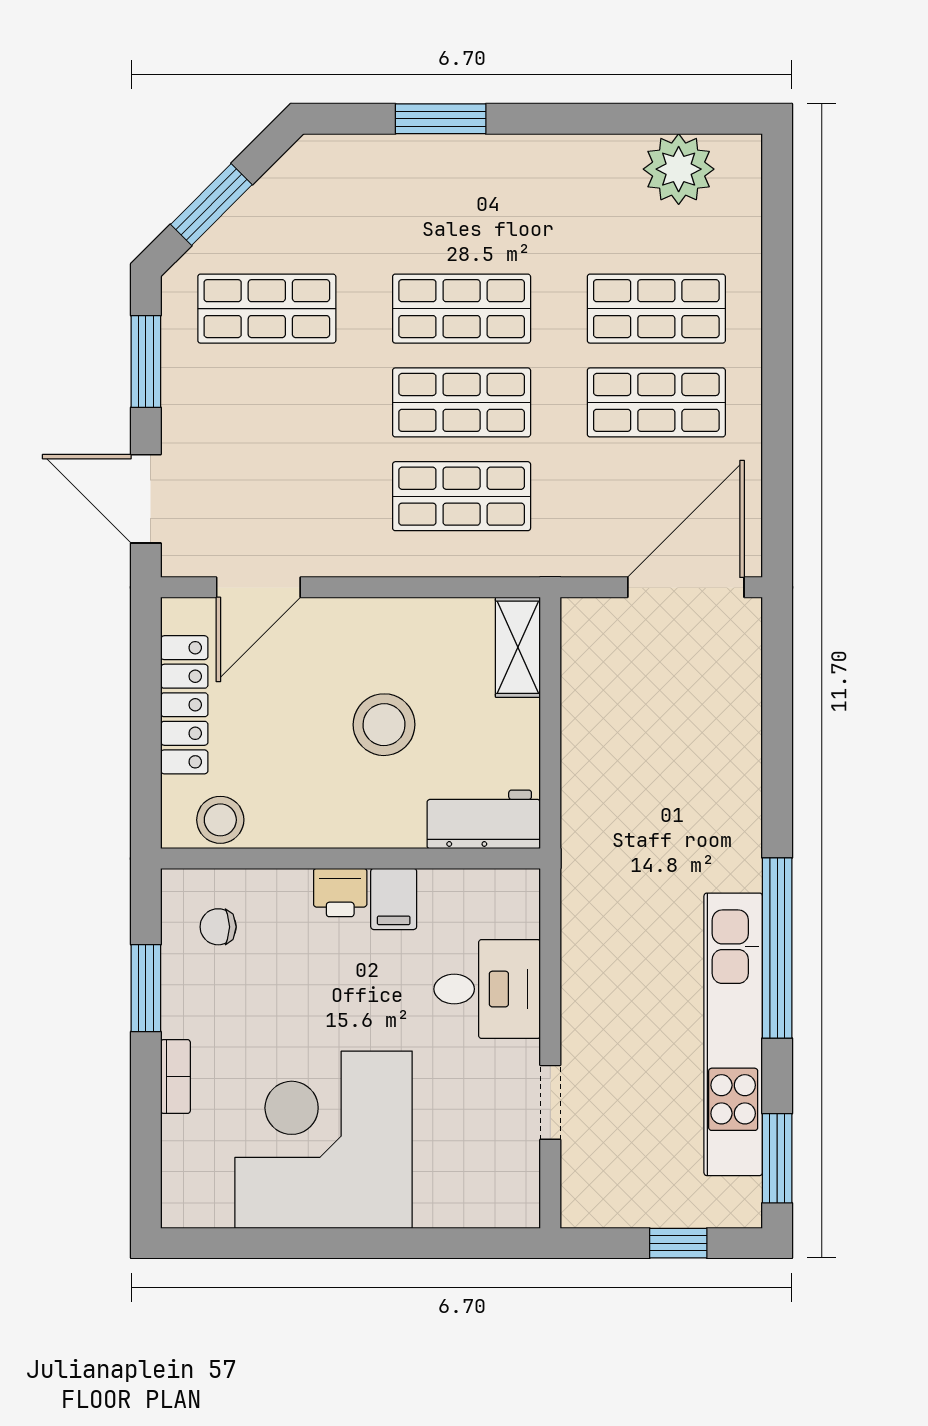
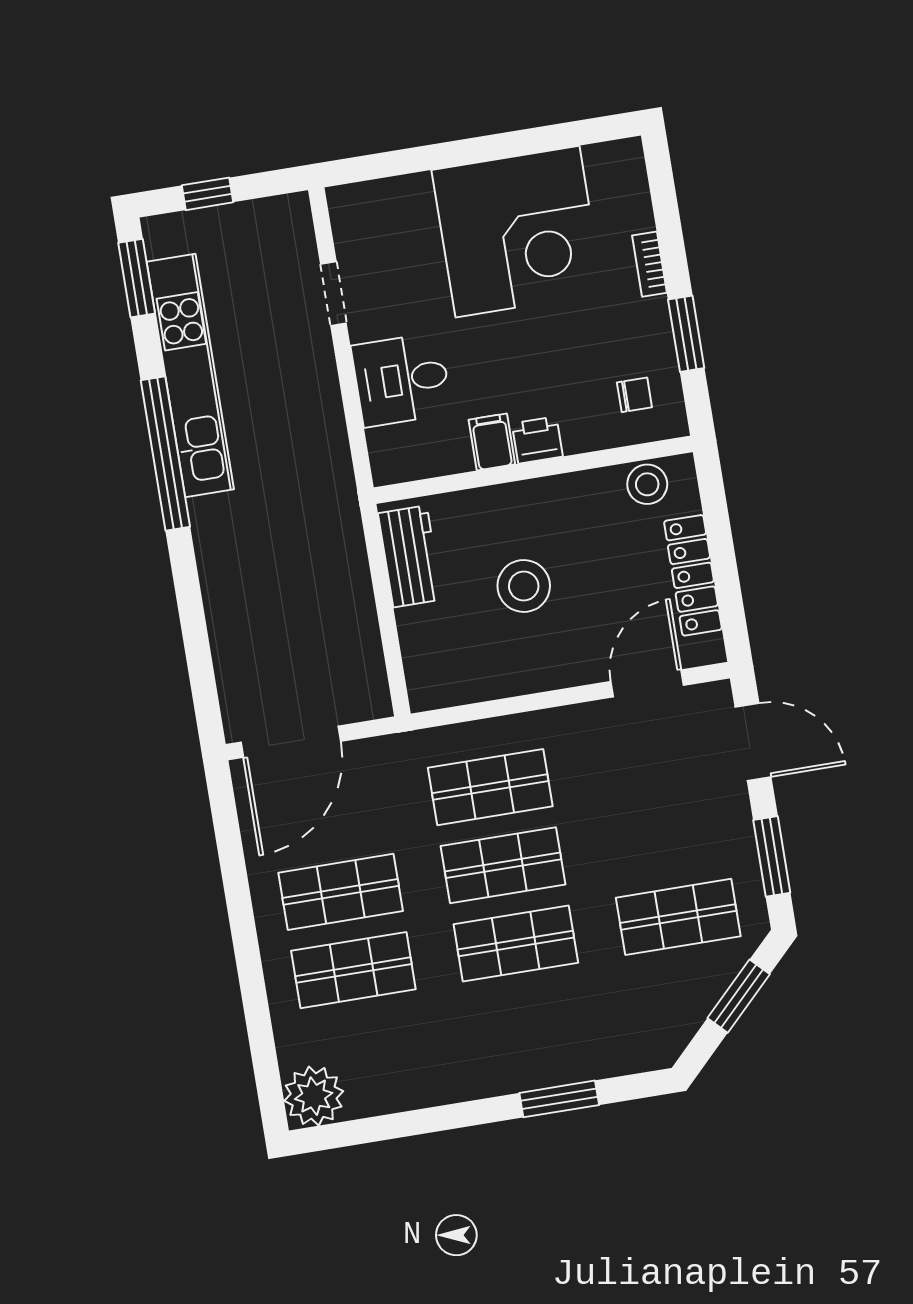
plant: (679, 169) -> (314, 1096), moved
shelving: (518, 647) -> (423, 669), removed
workbench: (484, 819) -> (410, 556), moved, turned -90

